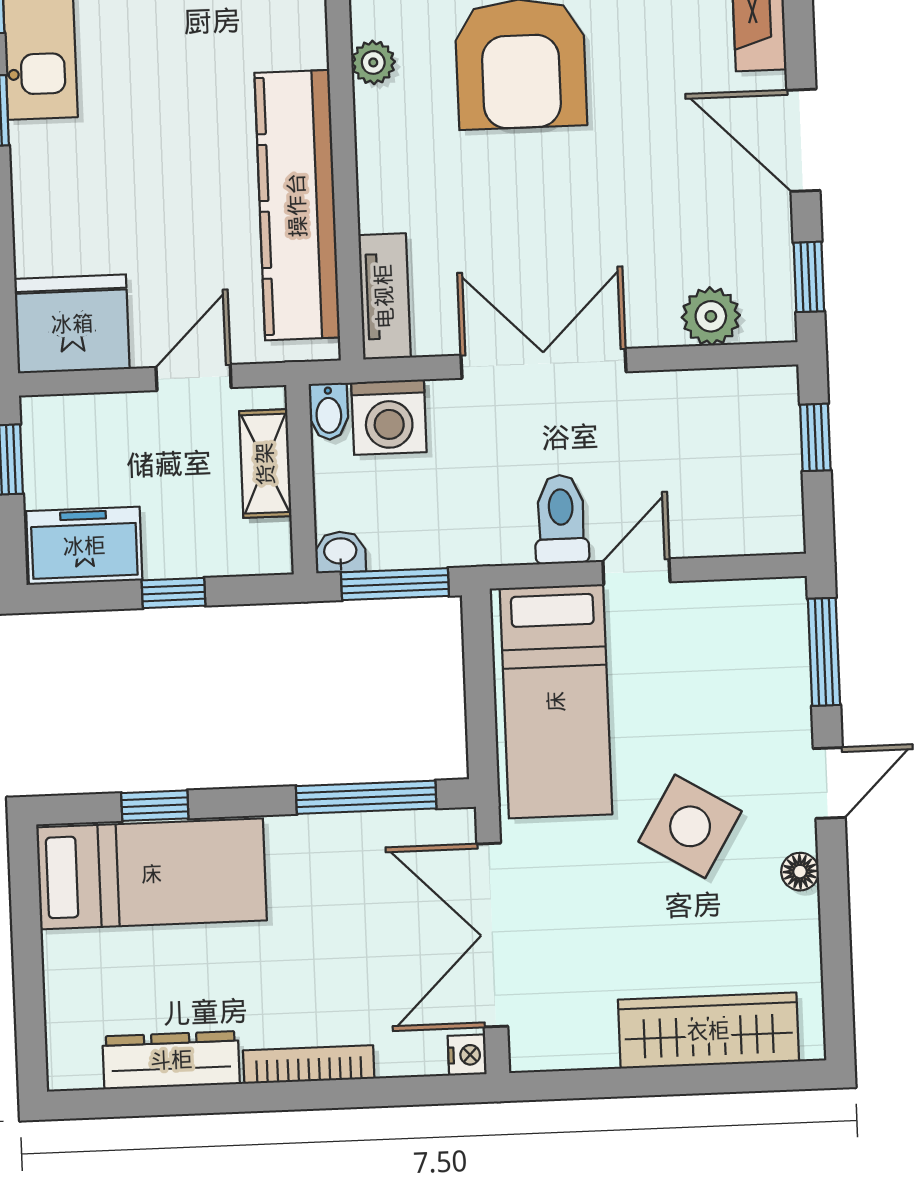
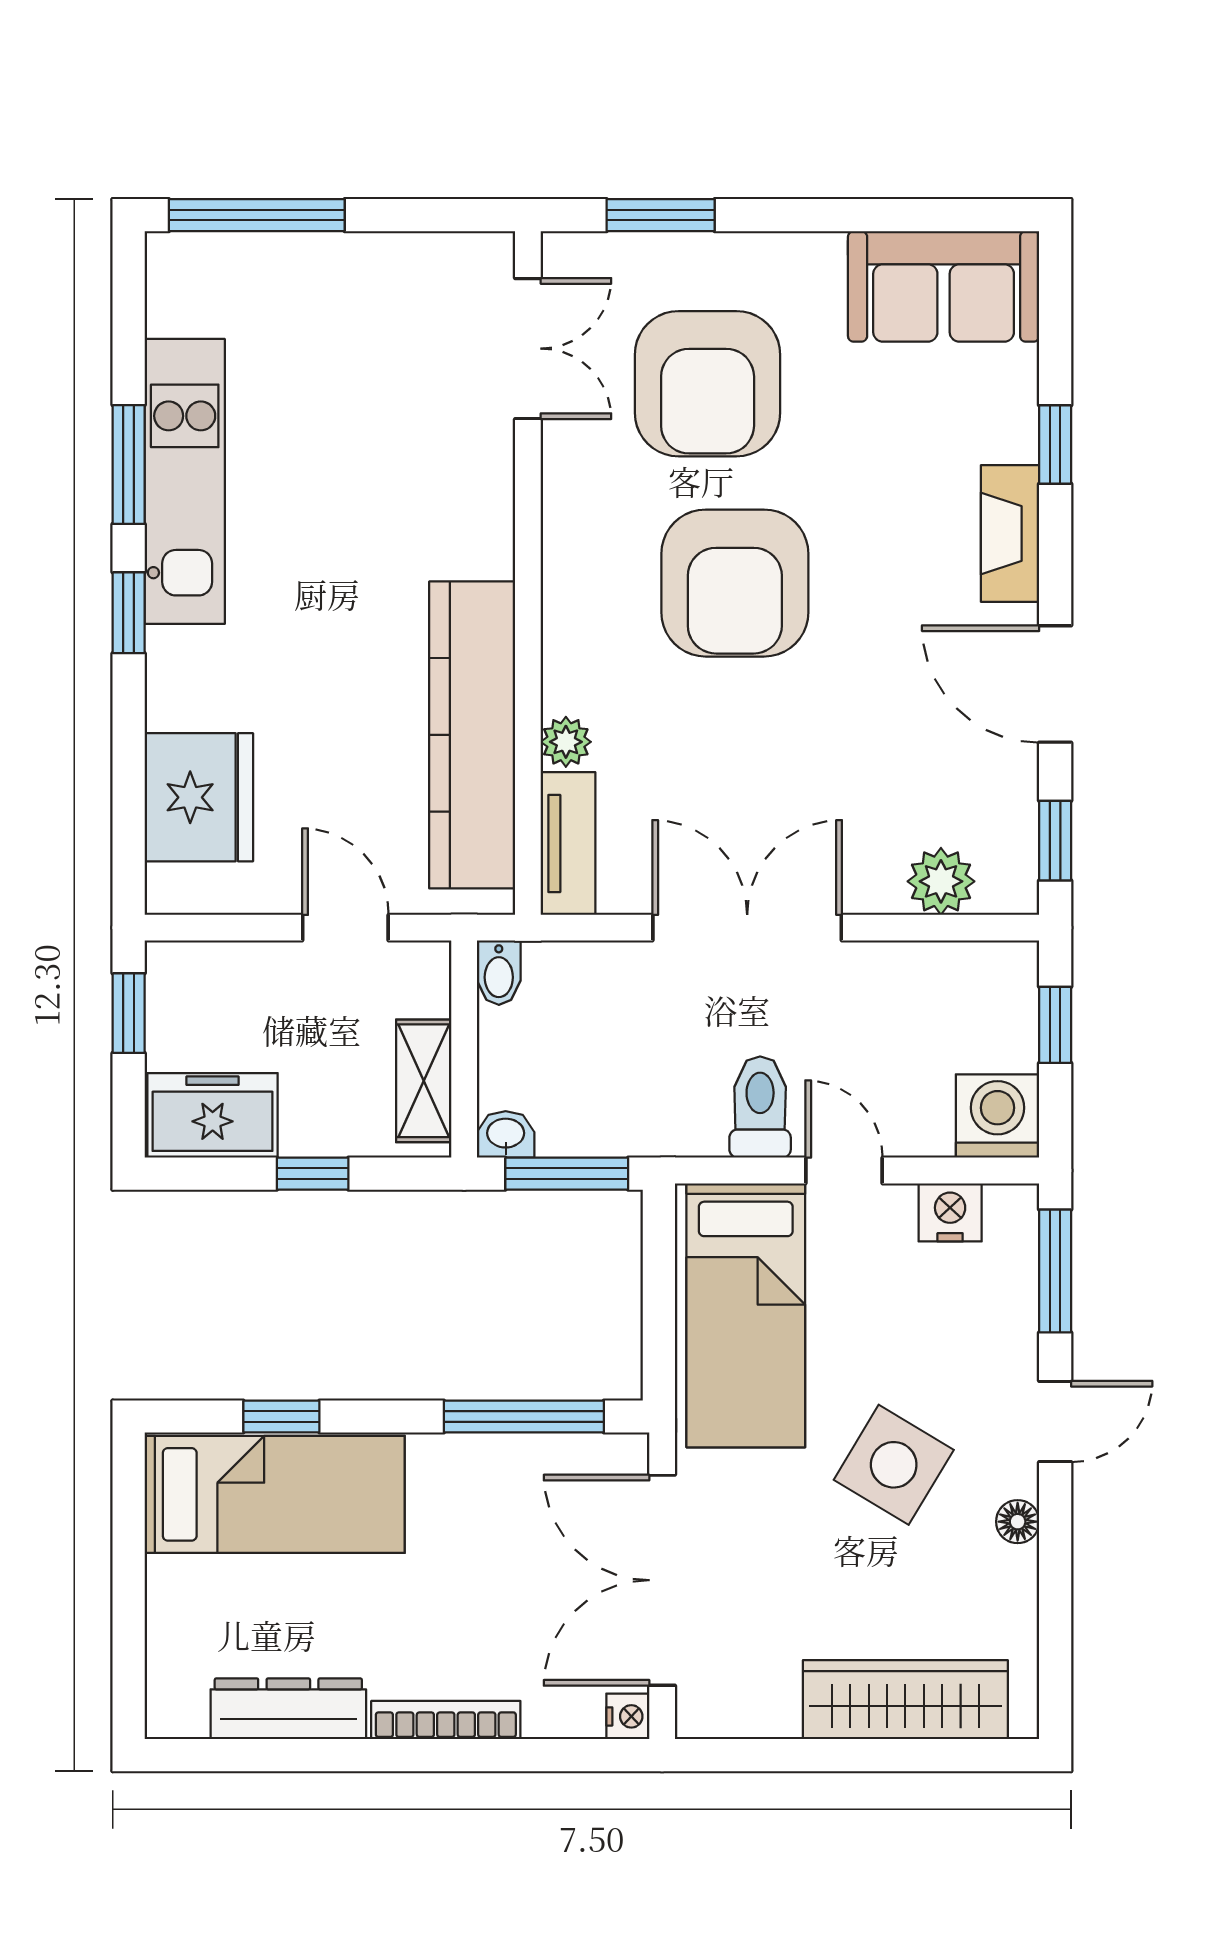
plant: (373, 62) -> (566, 742), moved
fridge: (72, 324) -> (199, 797), moved, turned 90
door: (194, 378) -> (345, 928), hinge flipped
washing machine: (389, 417) -> (997, 1116), moved, turned 180
shelving: (265, 464) -> (424, 1081), moved
door: (636, 572) -> (844, 1170), hinge flipped
nightstand: (730, 604) -> (950, 1212), added

